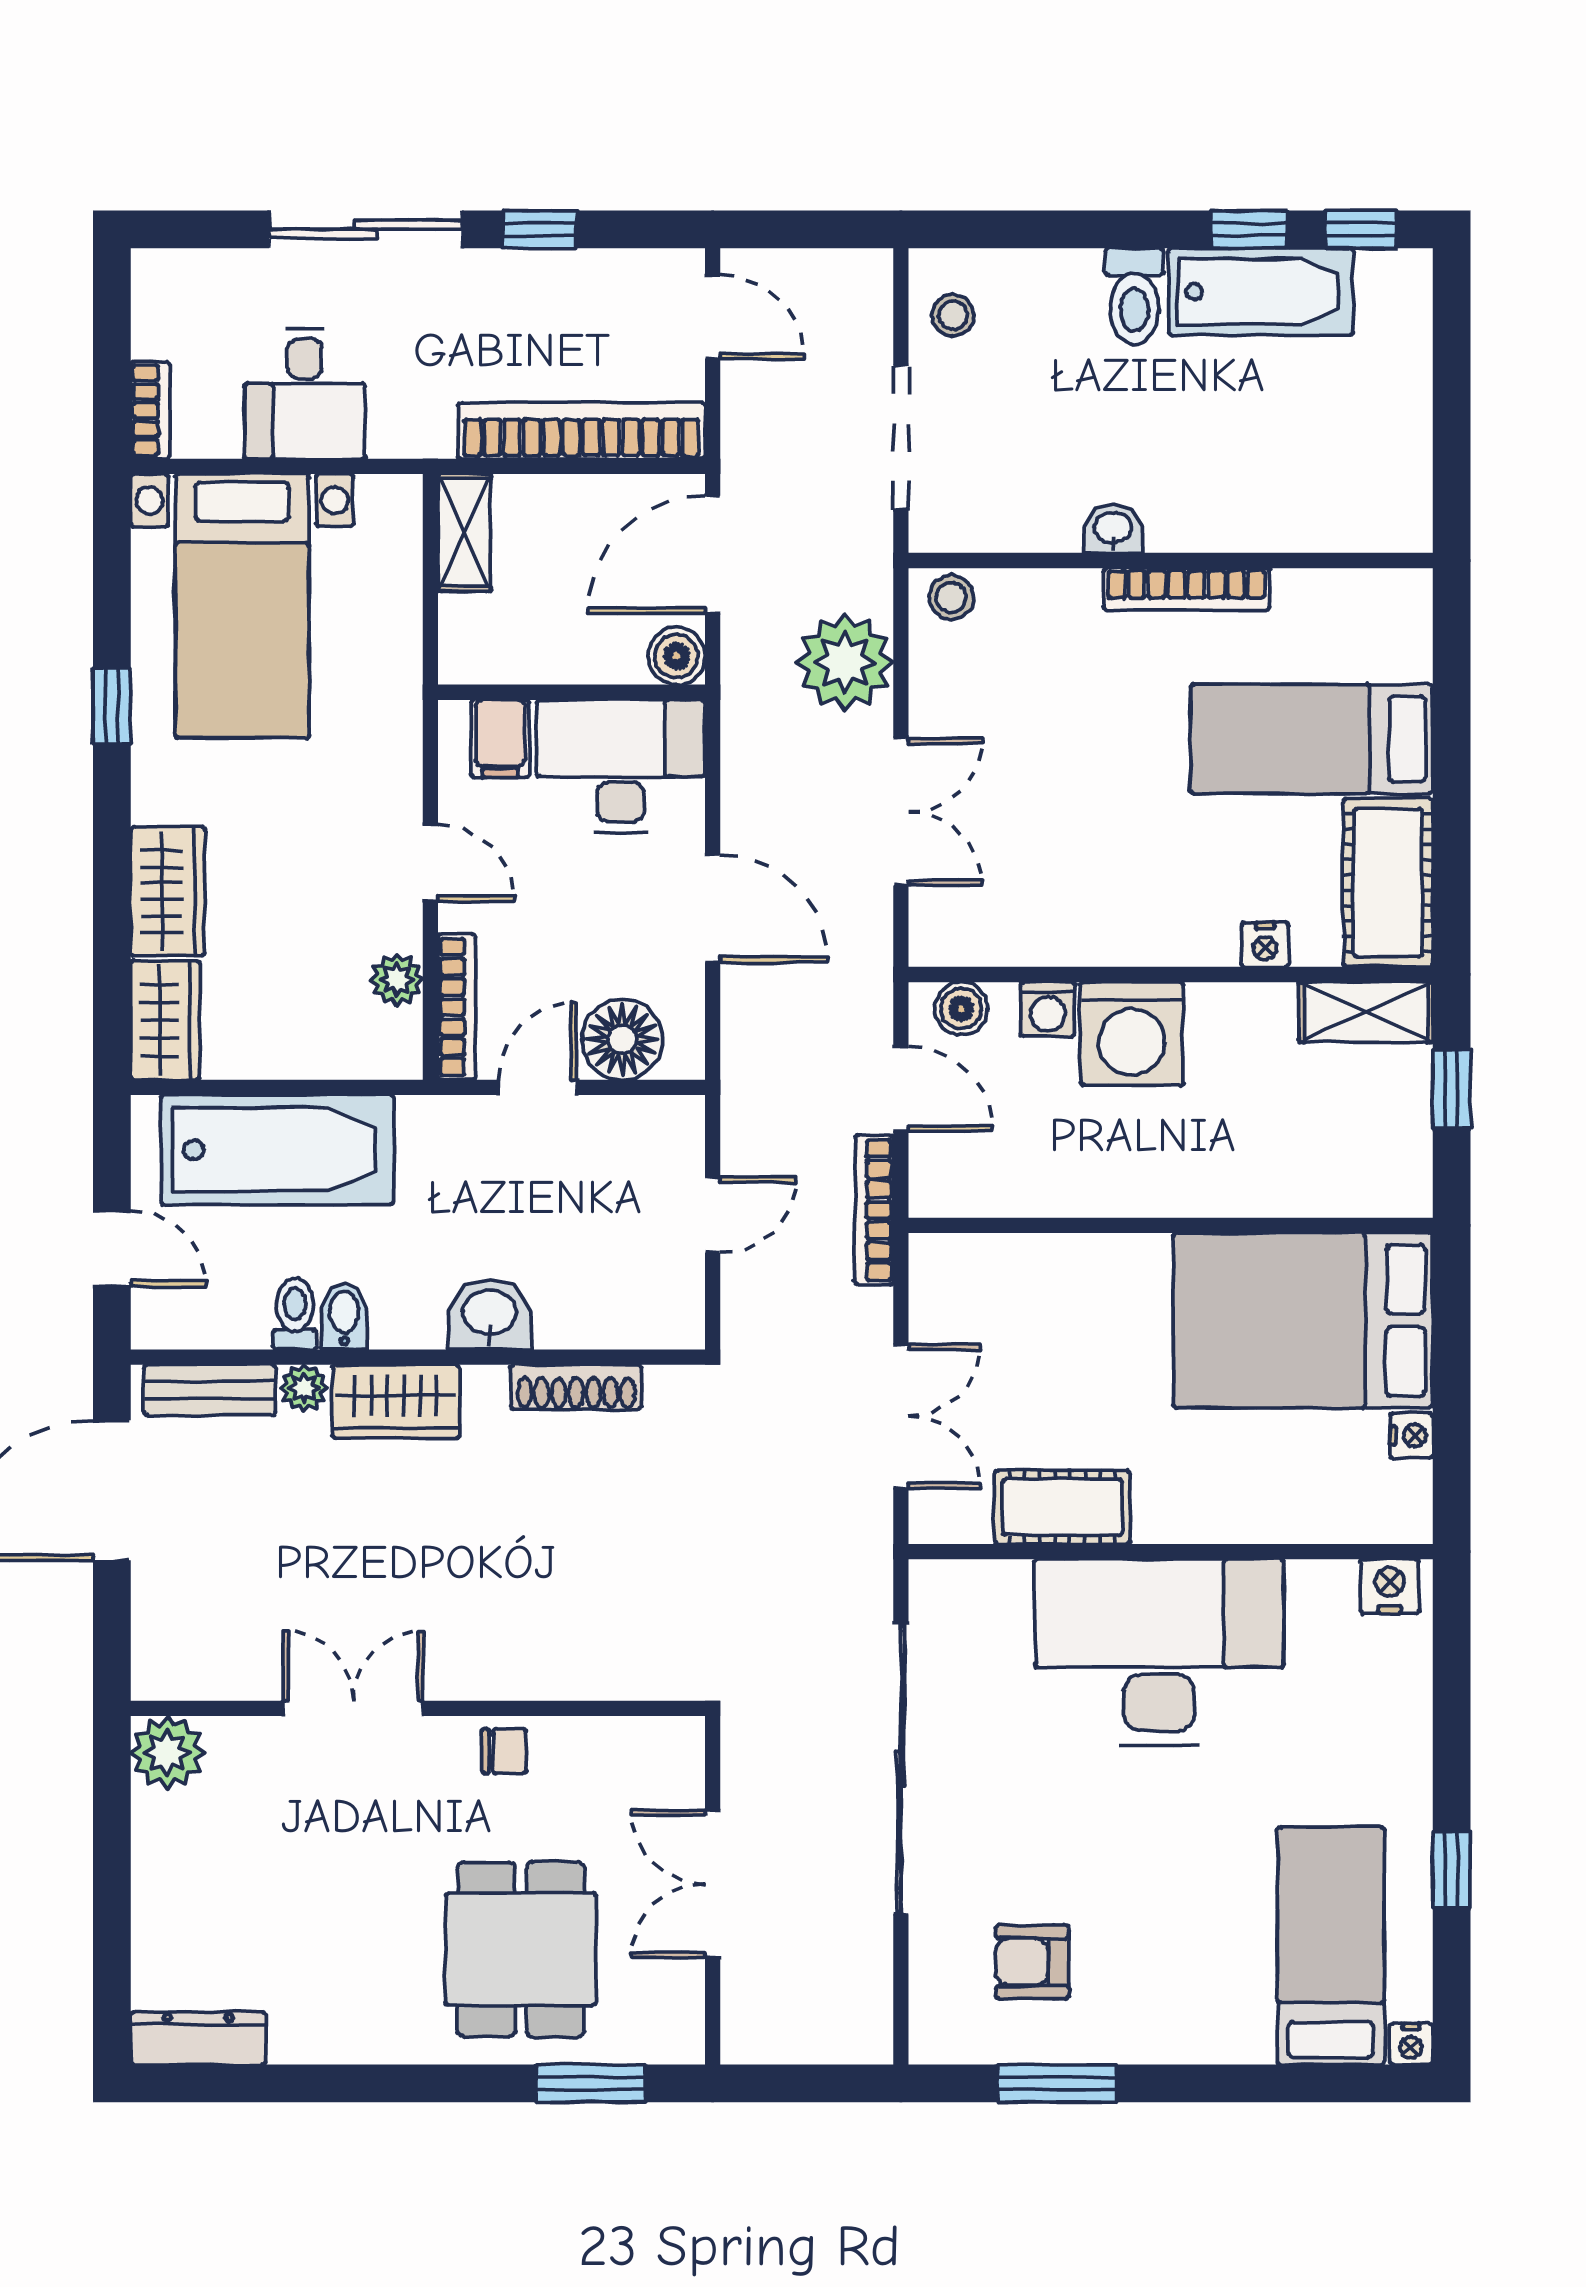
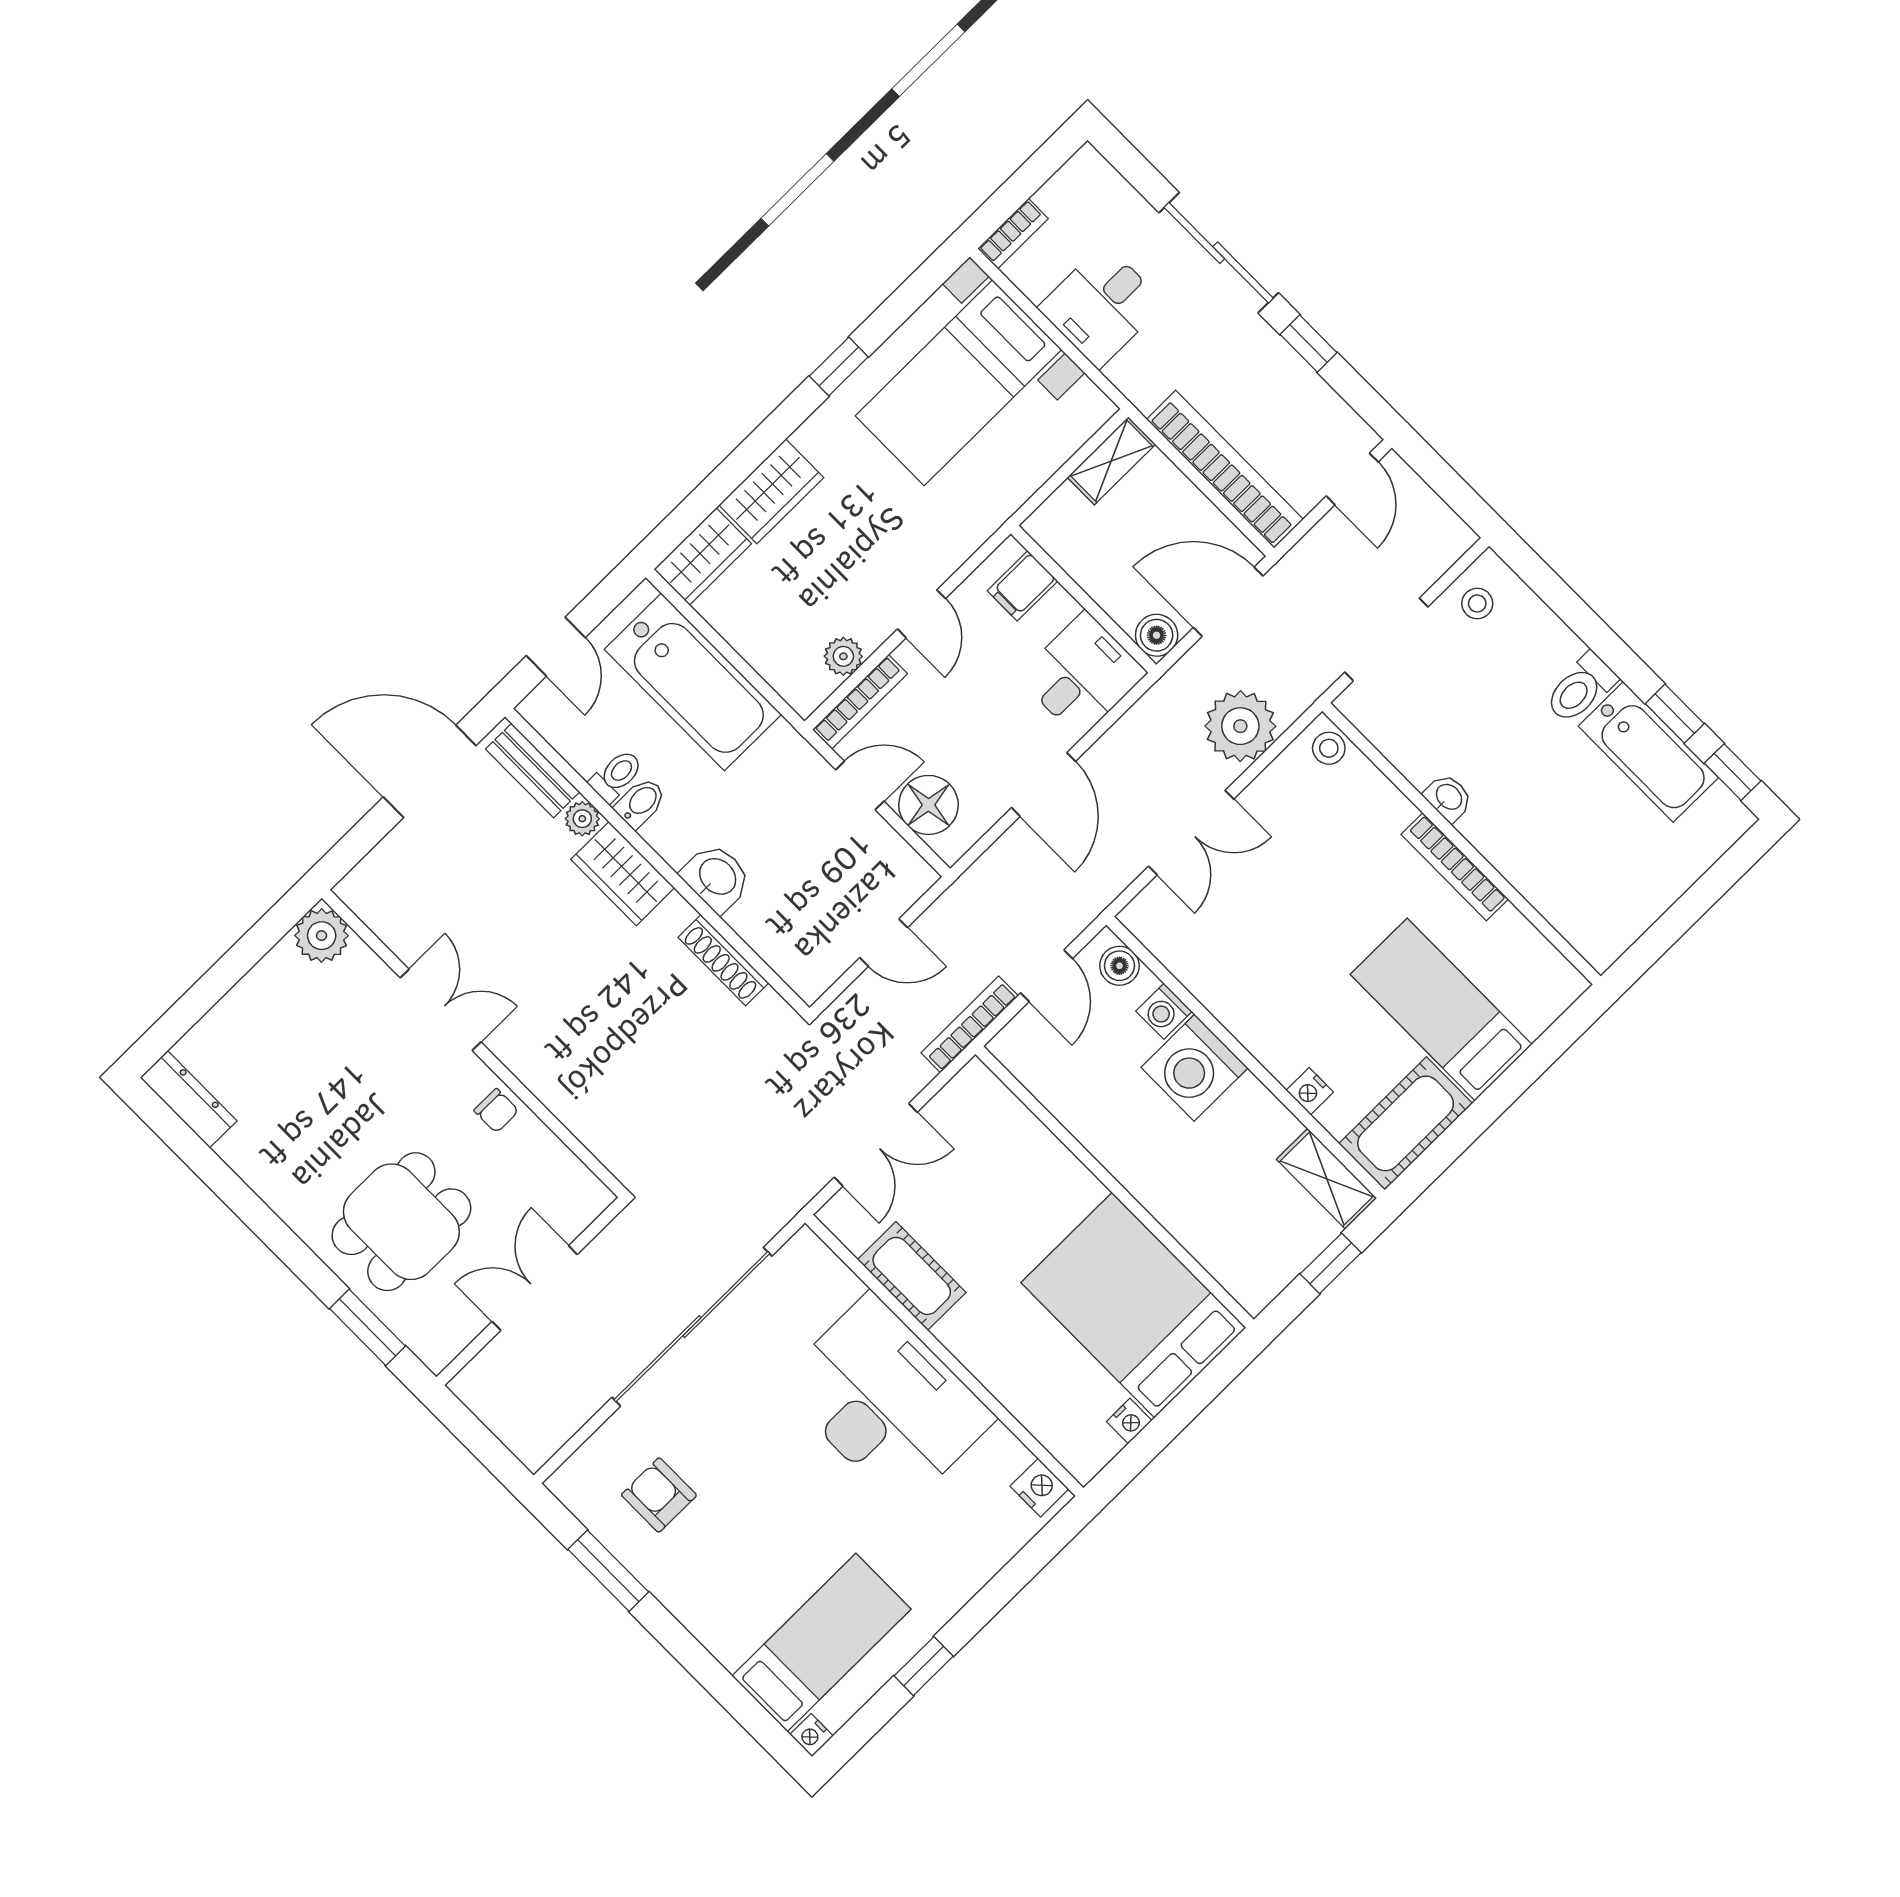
desk: (621, 766) -> (1082, 675), width x0.73

